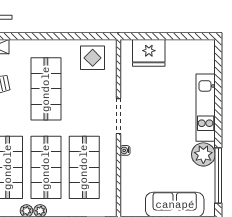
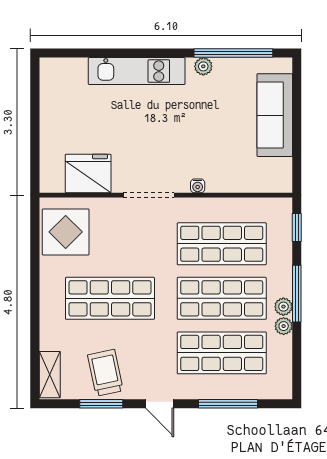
fridge: (149, 53) -> (88, 174), moved, turned -90
display table: (93, 58) -> (66, 232), width x1.36, depth x1.36
plant: (203, 154) -> (203, 66), width x0.53, depth x0.53

